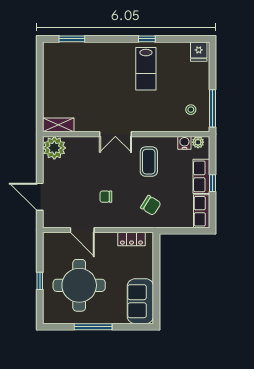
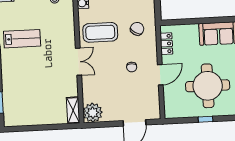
coffee table: (149, 162) -> (100, 32), width x1.36, depth x1.32
door: (82, 230) -> (160, 75), moved

